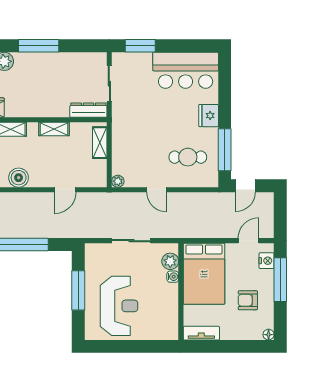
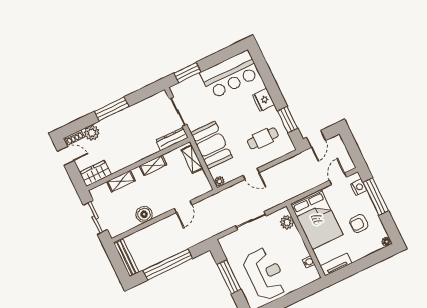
booth: (128, 137) -> (211, 145), added
window: (225, 150) -> (288, 120), width x0.69
water cooler: (173, 277) -> (309, 262), moved

